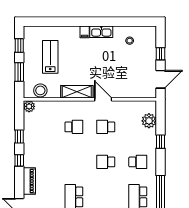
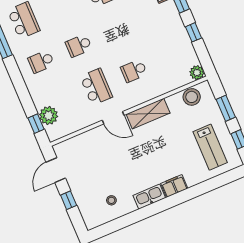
filing cabinet: (85, 32) -> (174, 186), width x2.00
lab bench: (50, 57) -> (210, 147), moved
school desk: (106, 127) -> (96, 87), width x1.85
window: (160, 142) -> (36, 124), moved
school desk: (106, 162) -> (79, 46), turned 180

